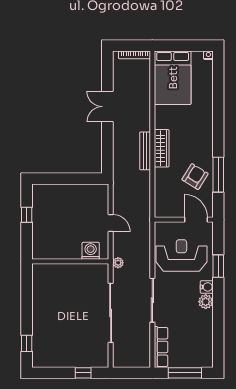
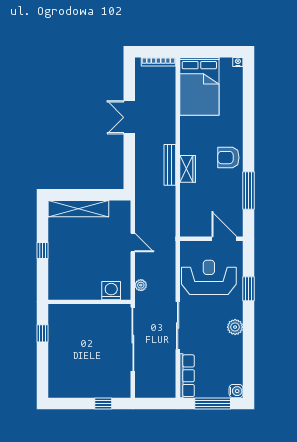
wardrobe: (162, 148) -> (188, 169), width x0.67
armchair: (195, 177) -> (228, 158), moved, turned -122
shelving: (60, 191) -> (78, 209), added
window: (27, 215) -> (42, 250), moved
washing machine: (91, 251) -> (111, 291), moved
wall: (70, 261) -> (89, 302), moved
water cooler: (207, 287) -> (236, 391), moved
window: (27, 343) -> (42, 333), moved

